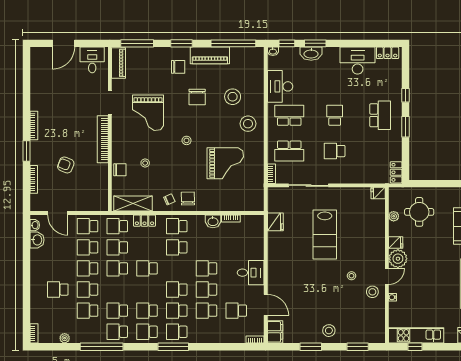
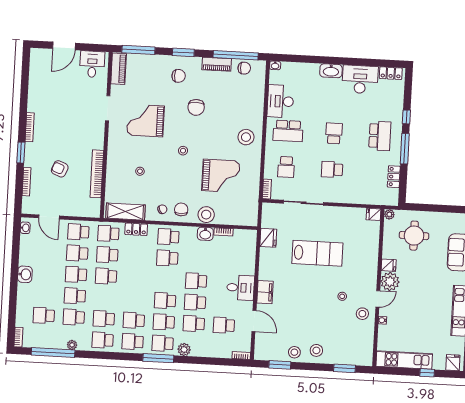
window: (287, 43) -> (290, 58), removed
window: (315, 43) -> (318, 60), removed
washbasin: (311, 54) -> (331, 71), moved
piano: (210, 55) -> (217, 64), width x0.73, depth x0.75
stool: (233, 97) -> (206, 215), moved
grand piano: (148, 113) -> (146, 121), turned 90
school desk: (289, 115) -> (288, 131), turned 180
window: (405, 127) -> (405, 149), width x1.44
bookcase: (103, 139) -> (97, 174), moved
school desk: (289, 151) -> (286, 167), width x0.54
chair: (120, 170) -> (244, 68), moved
locker: (396, 172) -> (394, 177), moved
plant: (394, 216) -> (389, 214), moved
lab bench: (325, 235) -> (317, 253), turned -90
washbasin: (37, 240) -> (25, 274), moved
school desk: (147, 268) -> (136, 278), removed
school desk: (58, 290) -> (44, 315), moved
filing cabinet: (275, 332) -> (265, 292), moved
stool: (307, 334) -> (294, 352), added
plant: (198, 337) -> (184, 350), added
plant: (65, 338) -> (72, 345), moved
window: (102, 347) -> (53, 353), moved
window: (311, 347) -> (280, 365), moved
window: (415, 347) -> (427, 373), moved

